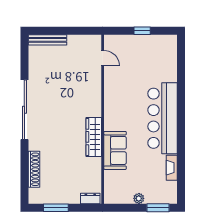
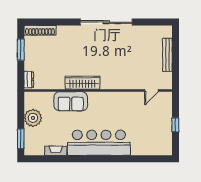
bench: (47, 40) -> (167, 55), moved
shoe rack: (34, 169) -> (40, 30), moved
plant: (139, 198) -> (33, 118), width x1.88, depth x1.88

